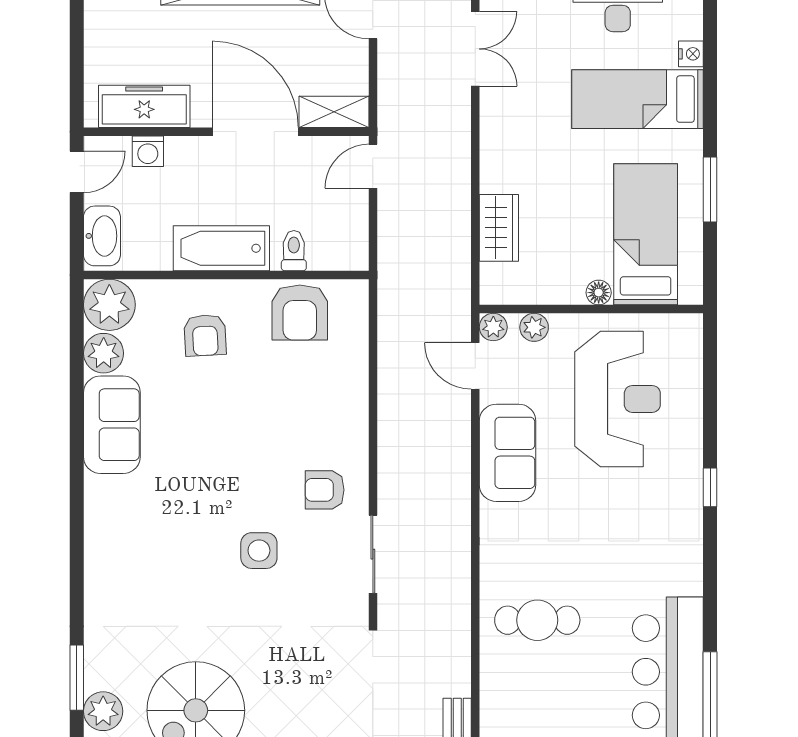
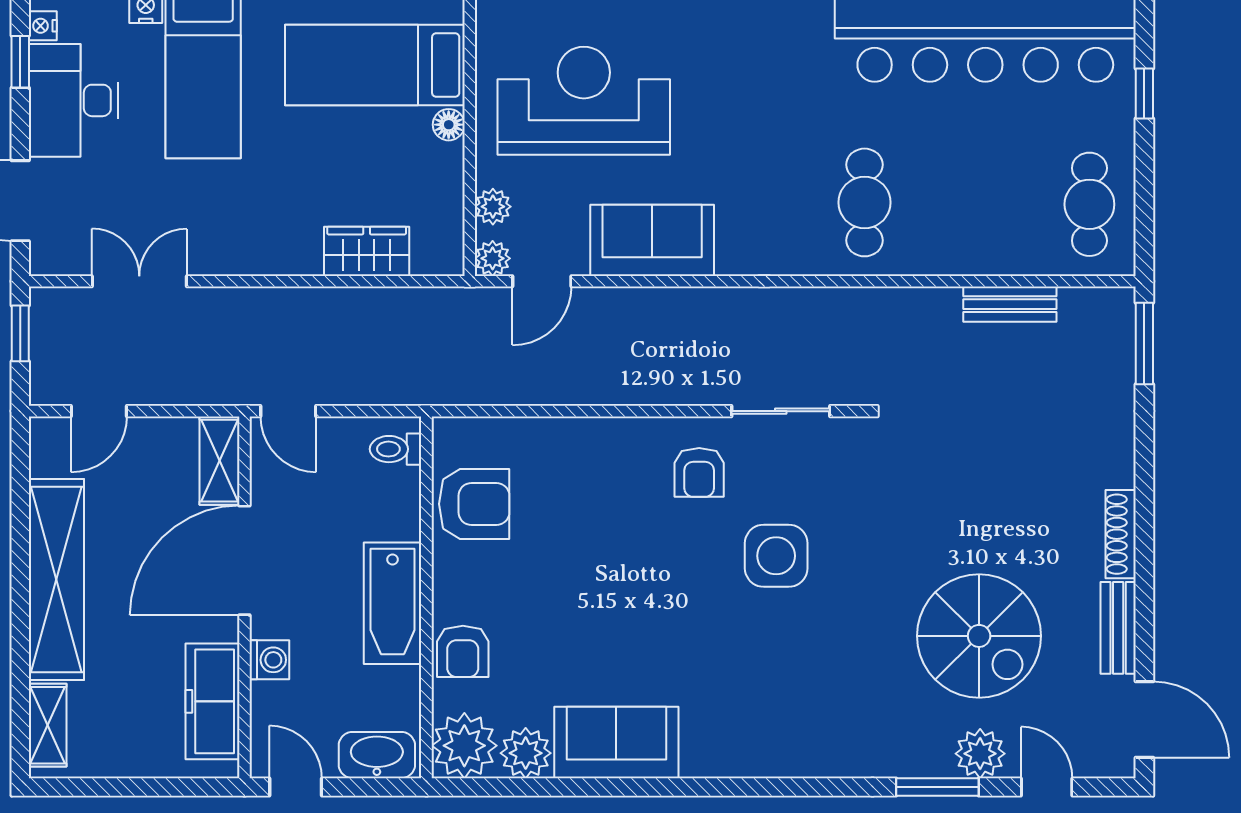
washing machine: (148, 151) -> (269, 660), moved
toilet: (294, 251) -> (396, 449), moved
armchair: (205, 335) -> (463, 651), moved, turned 93
side table: (259, 551) -> (776, 556), width x1.37, depth x1.37

